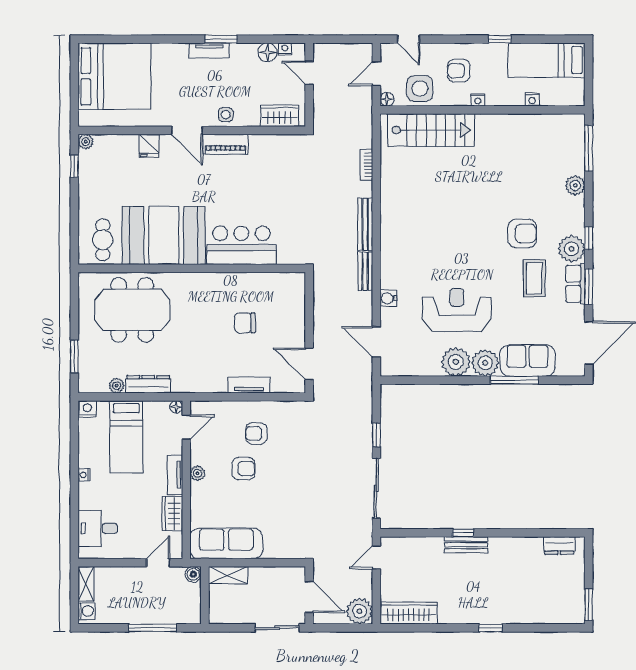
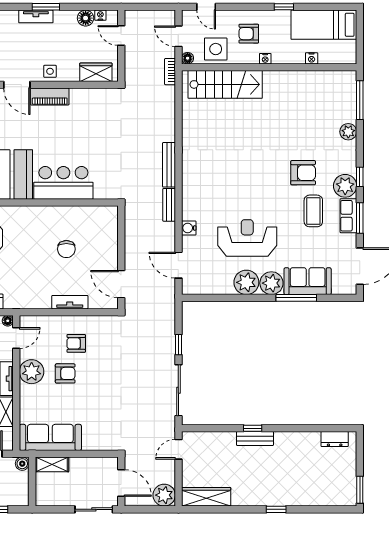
door: (376, 74) -> (178, 36), hinge flipped
bookcase: (366, 165) -> (170, 72), moved
chair: (245, 323) -> (66, 249), turned -90
plant: (198, 473) -> (32, 372), width x1.87, depth x1.87

